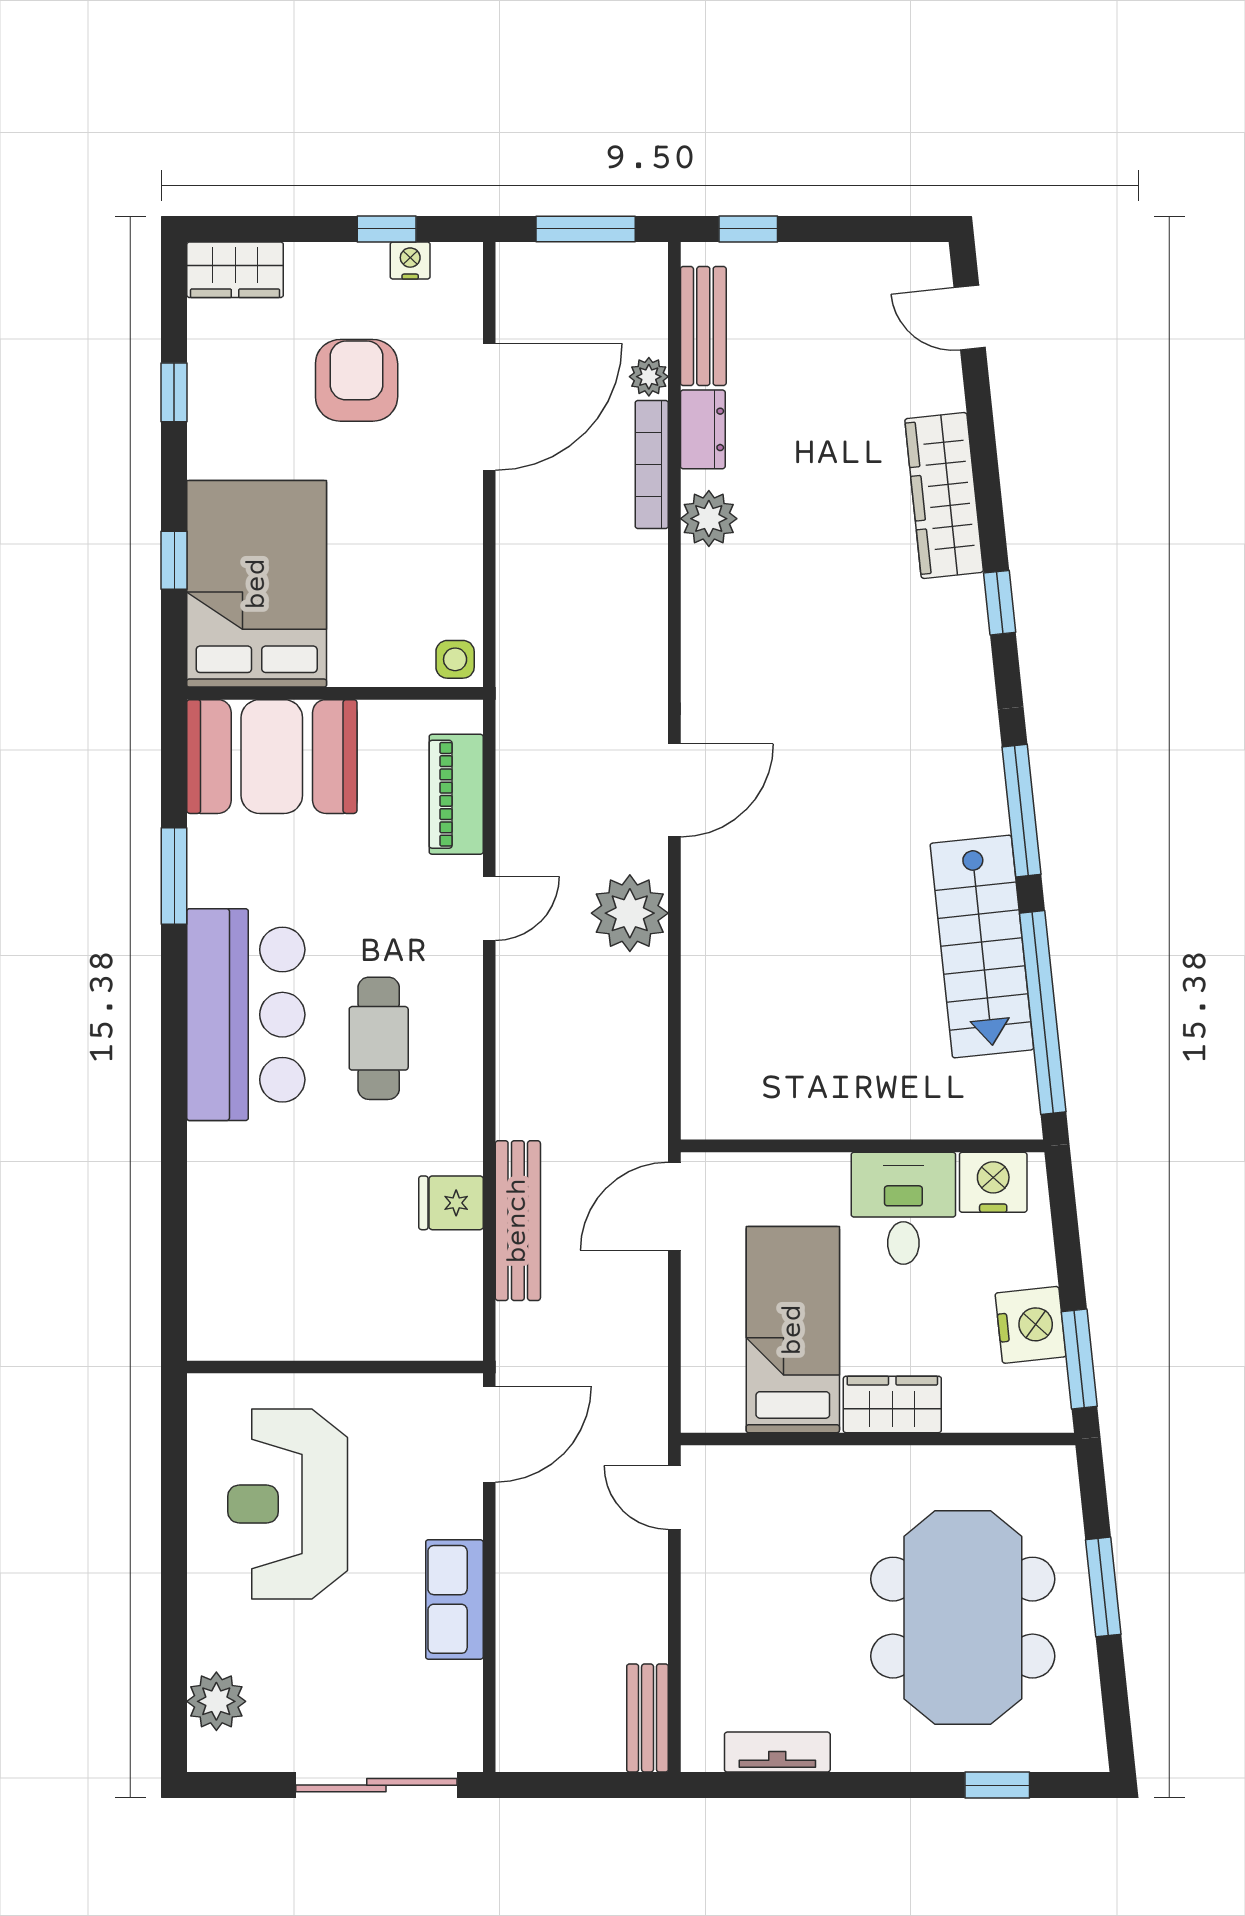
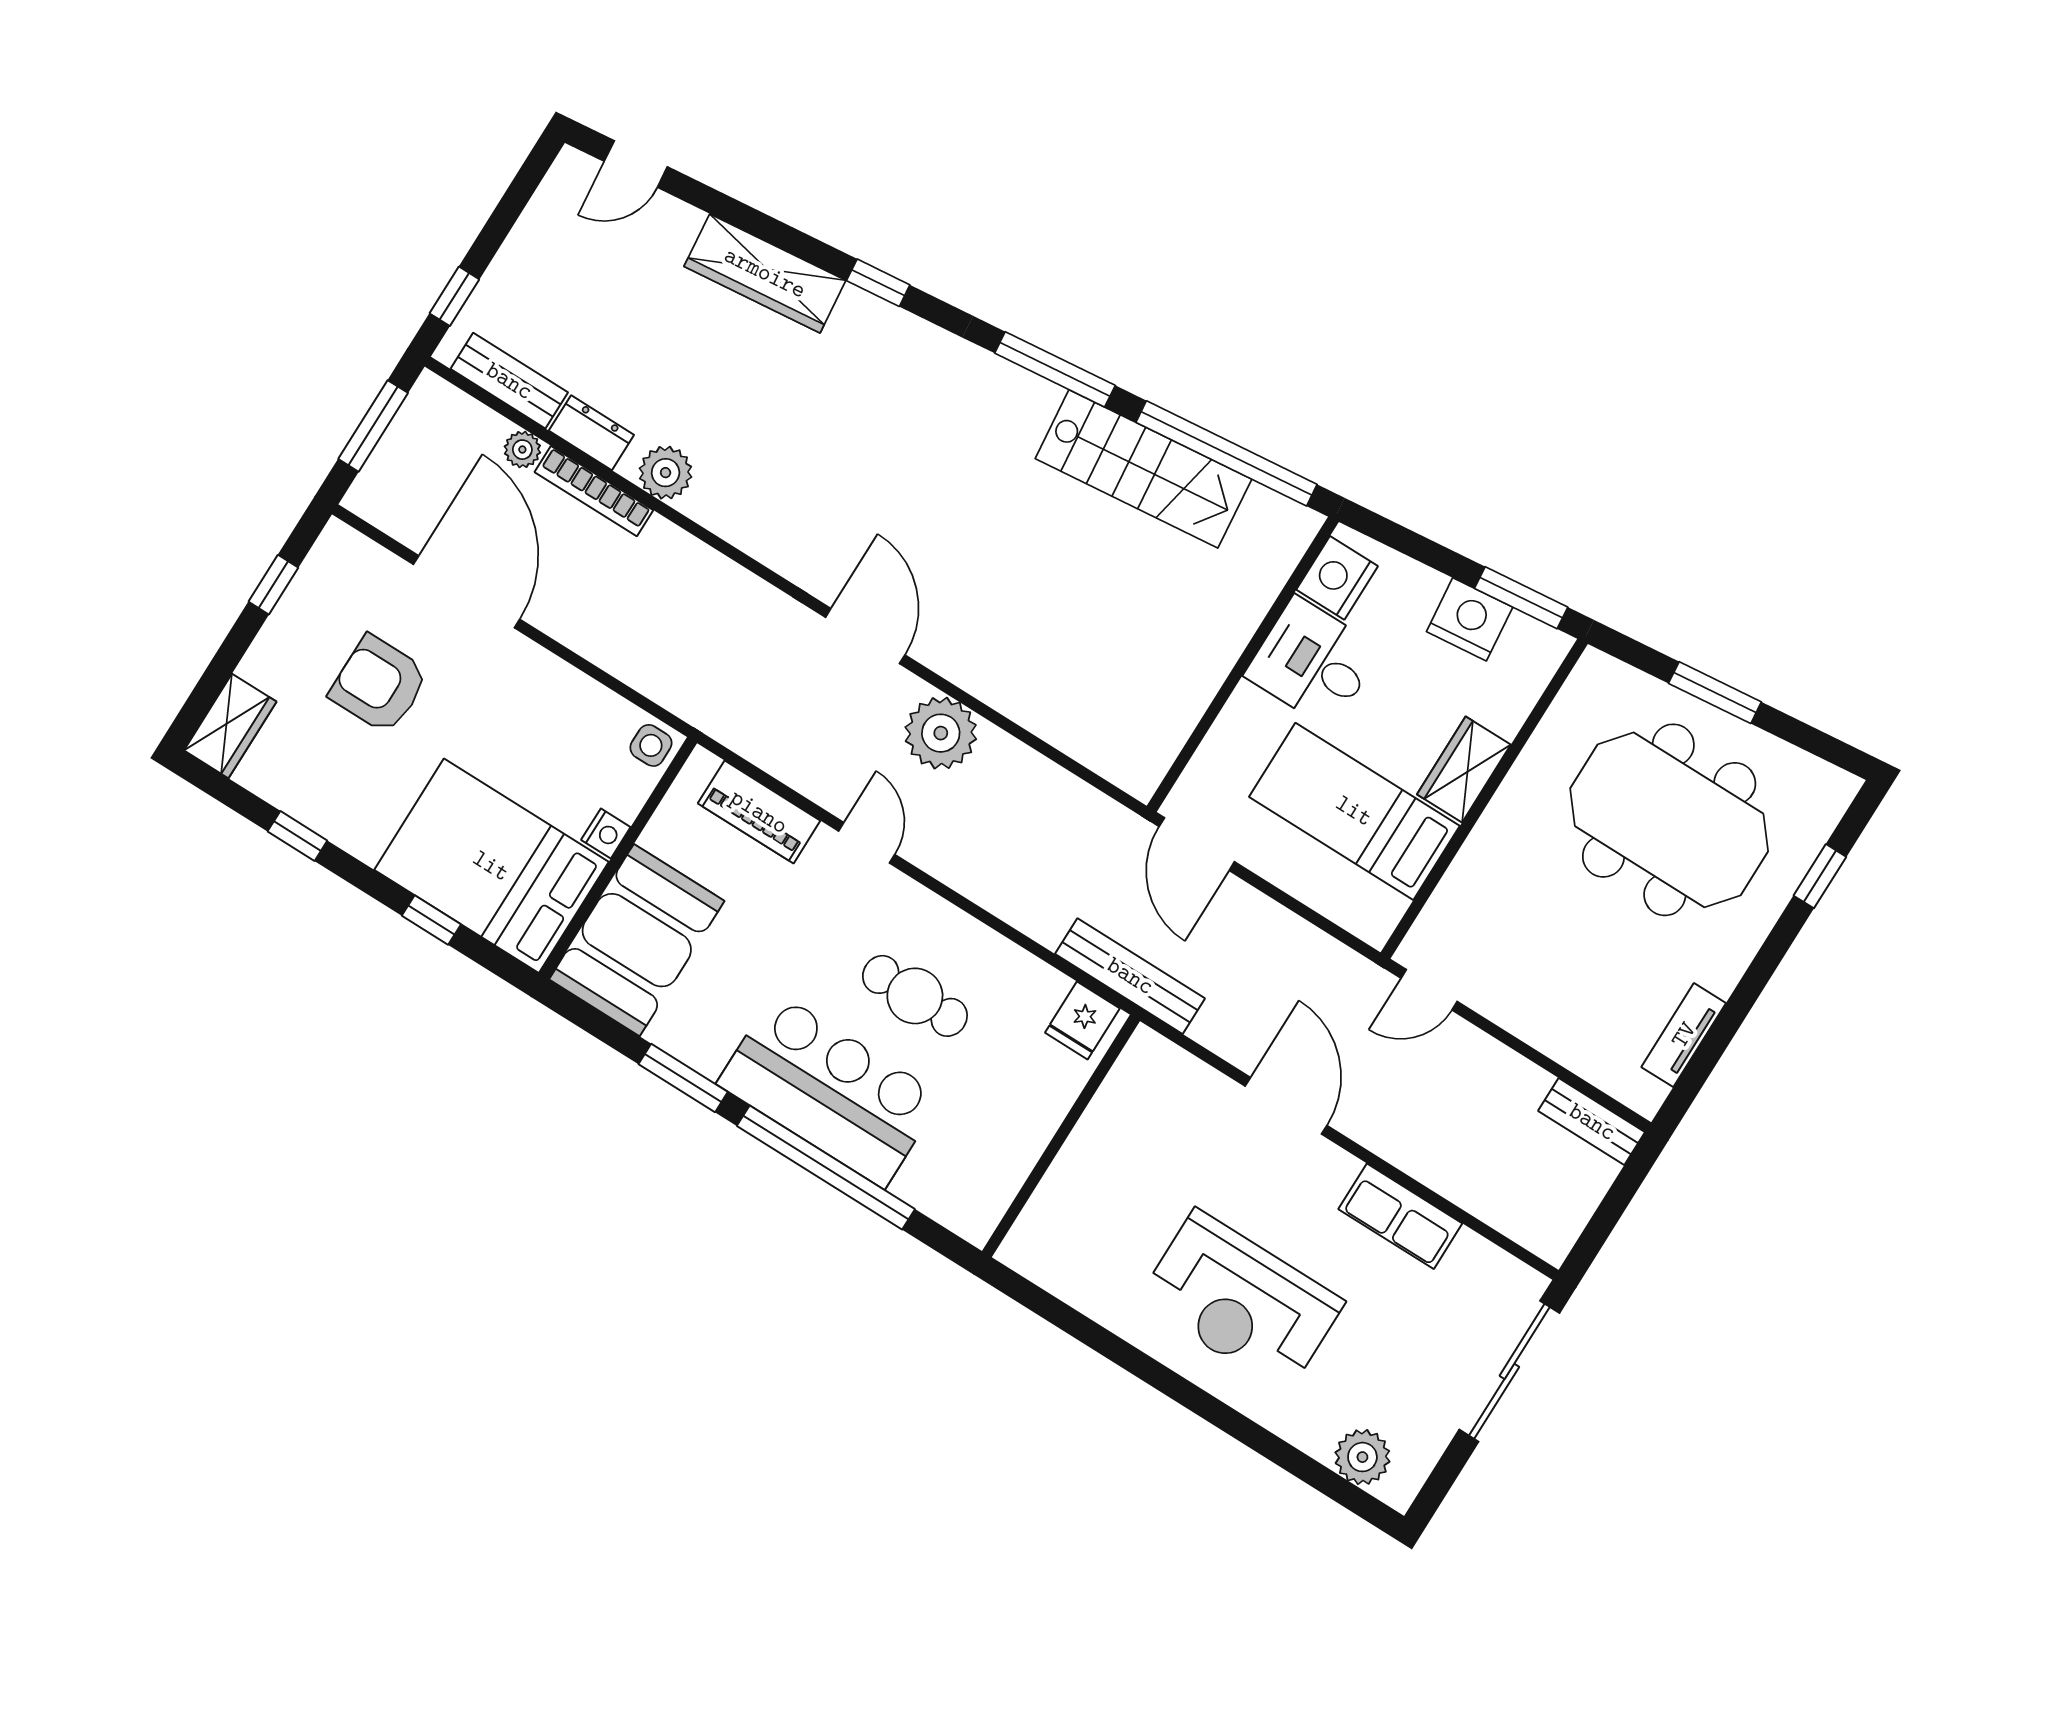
nightstand: (410, 261) -> (606, 833), moved, turned 180
window: (174, 1055) -> (826, 1167), added
wall: (335, 1367) -> (1061, 1136), moved

